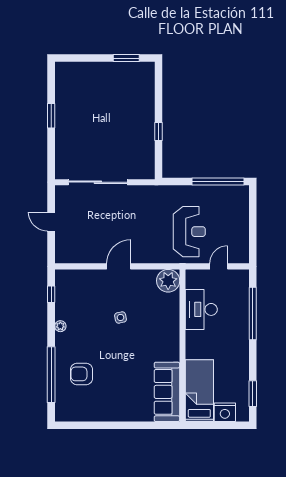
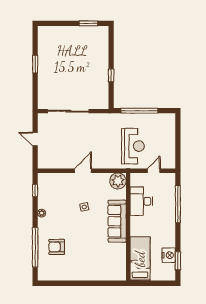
window: (218, 181) -> (139, 111), moved
sofa: (167, 392) -> (117, 221), moved
nightstand: (225, 412) -> (169, 255), moved, turned -90

